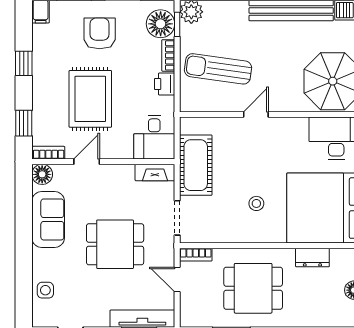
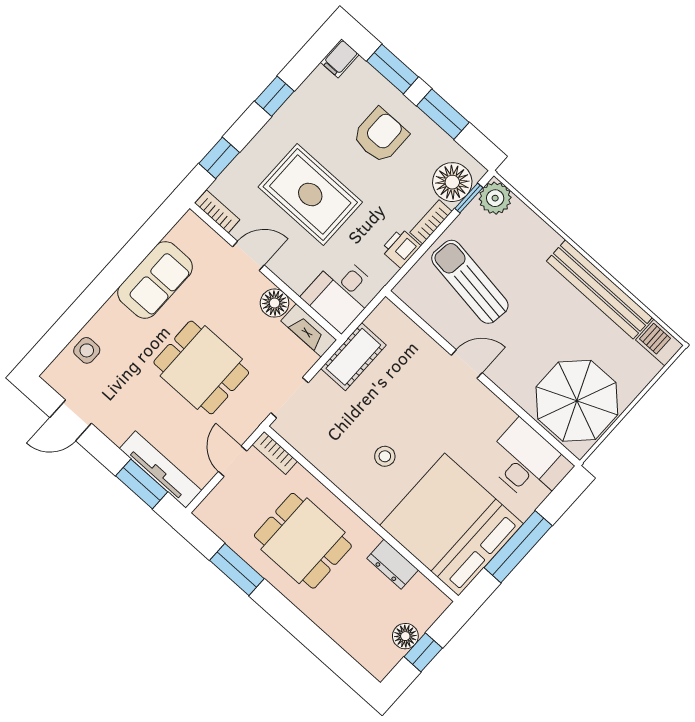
rug: (90, 99) -> (310, 194), turned 90
cot: (196, 165) -> (353, 357), width x0.73, depth x0.75
floor lamp: (42, 174) -> (275, 303), moved

